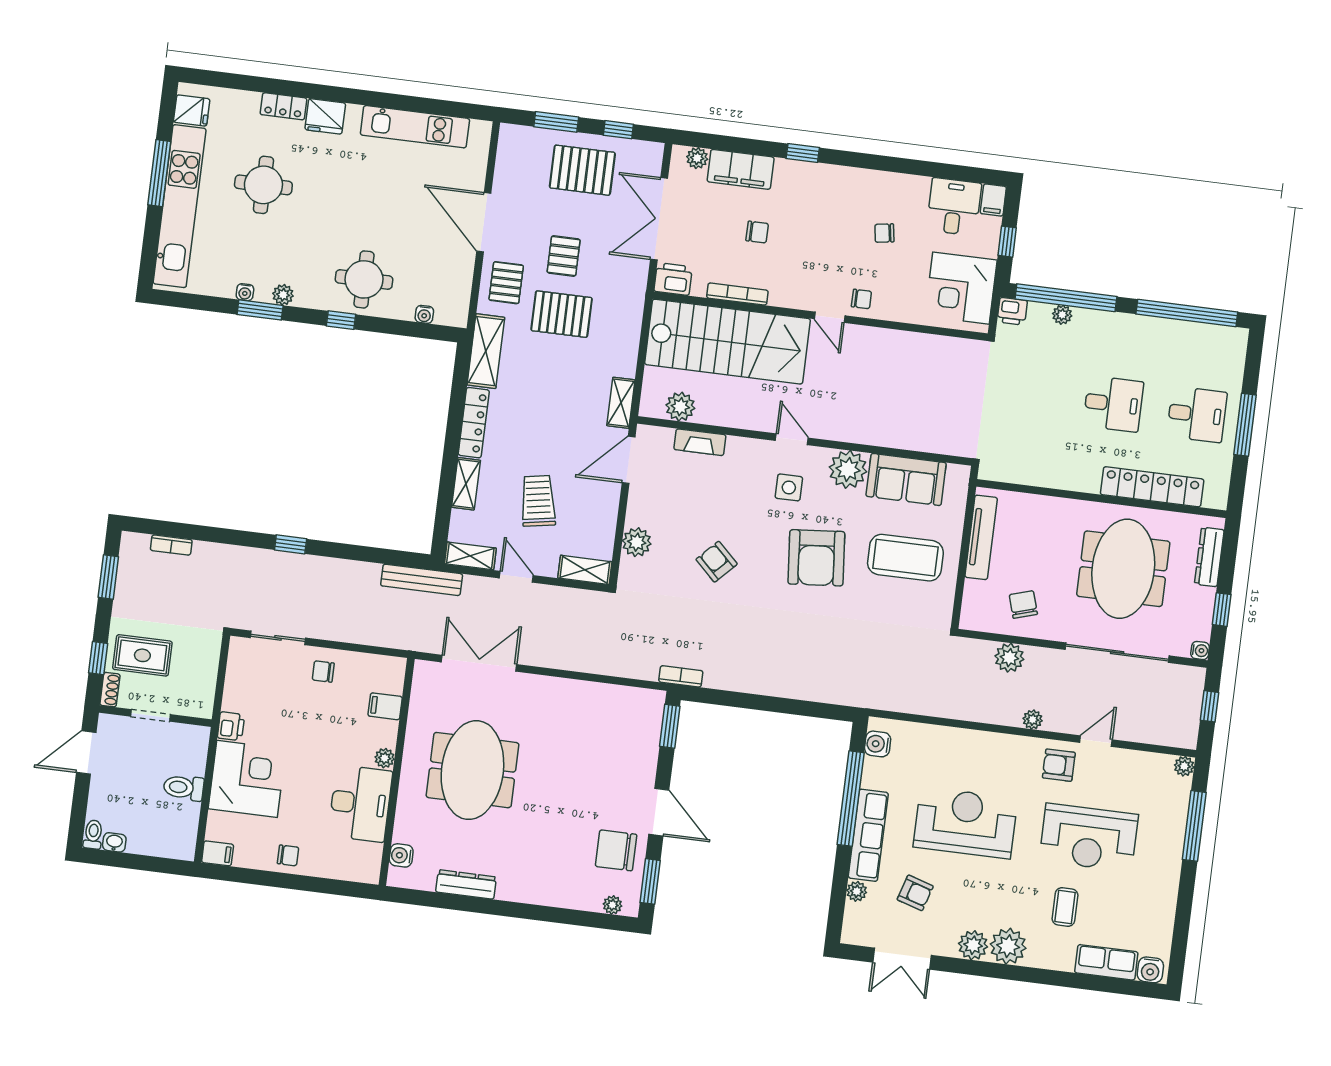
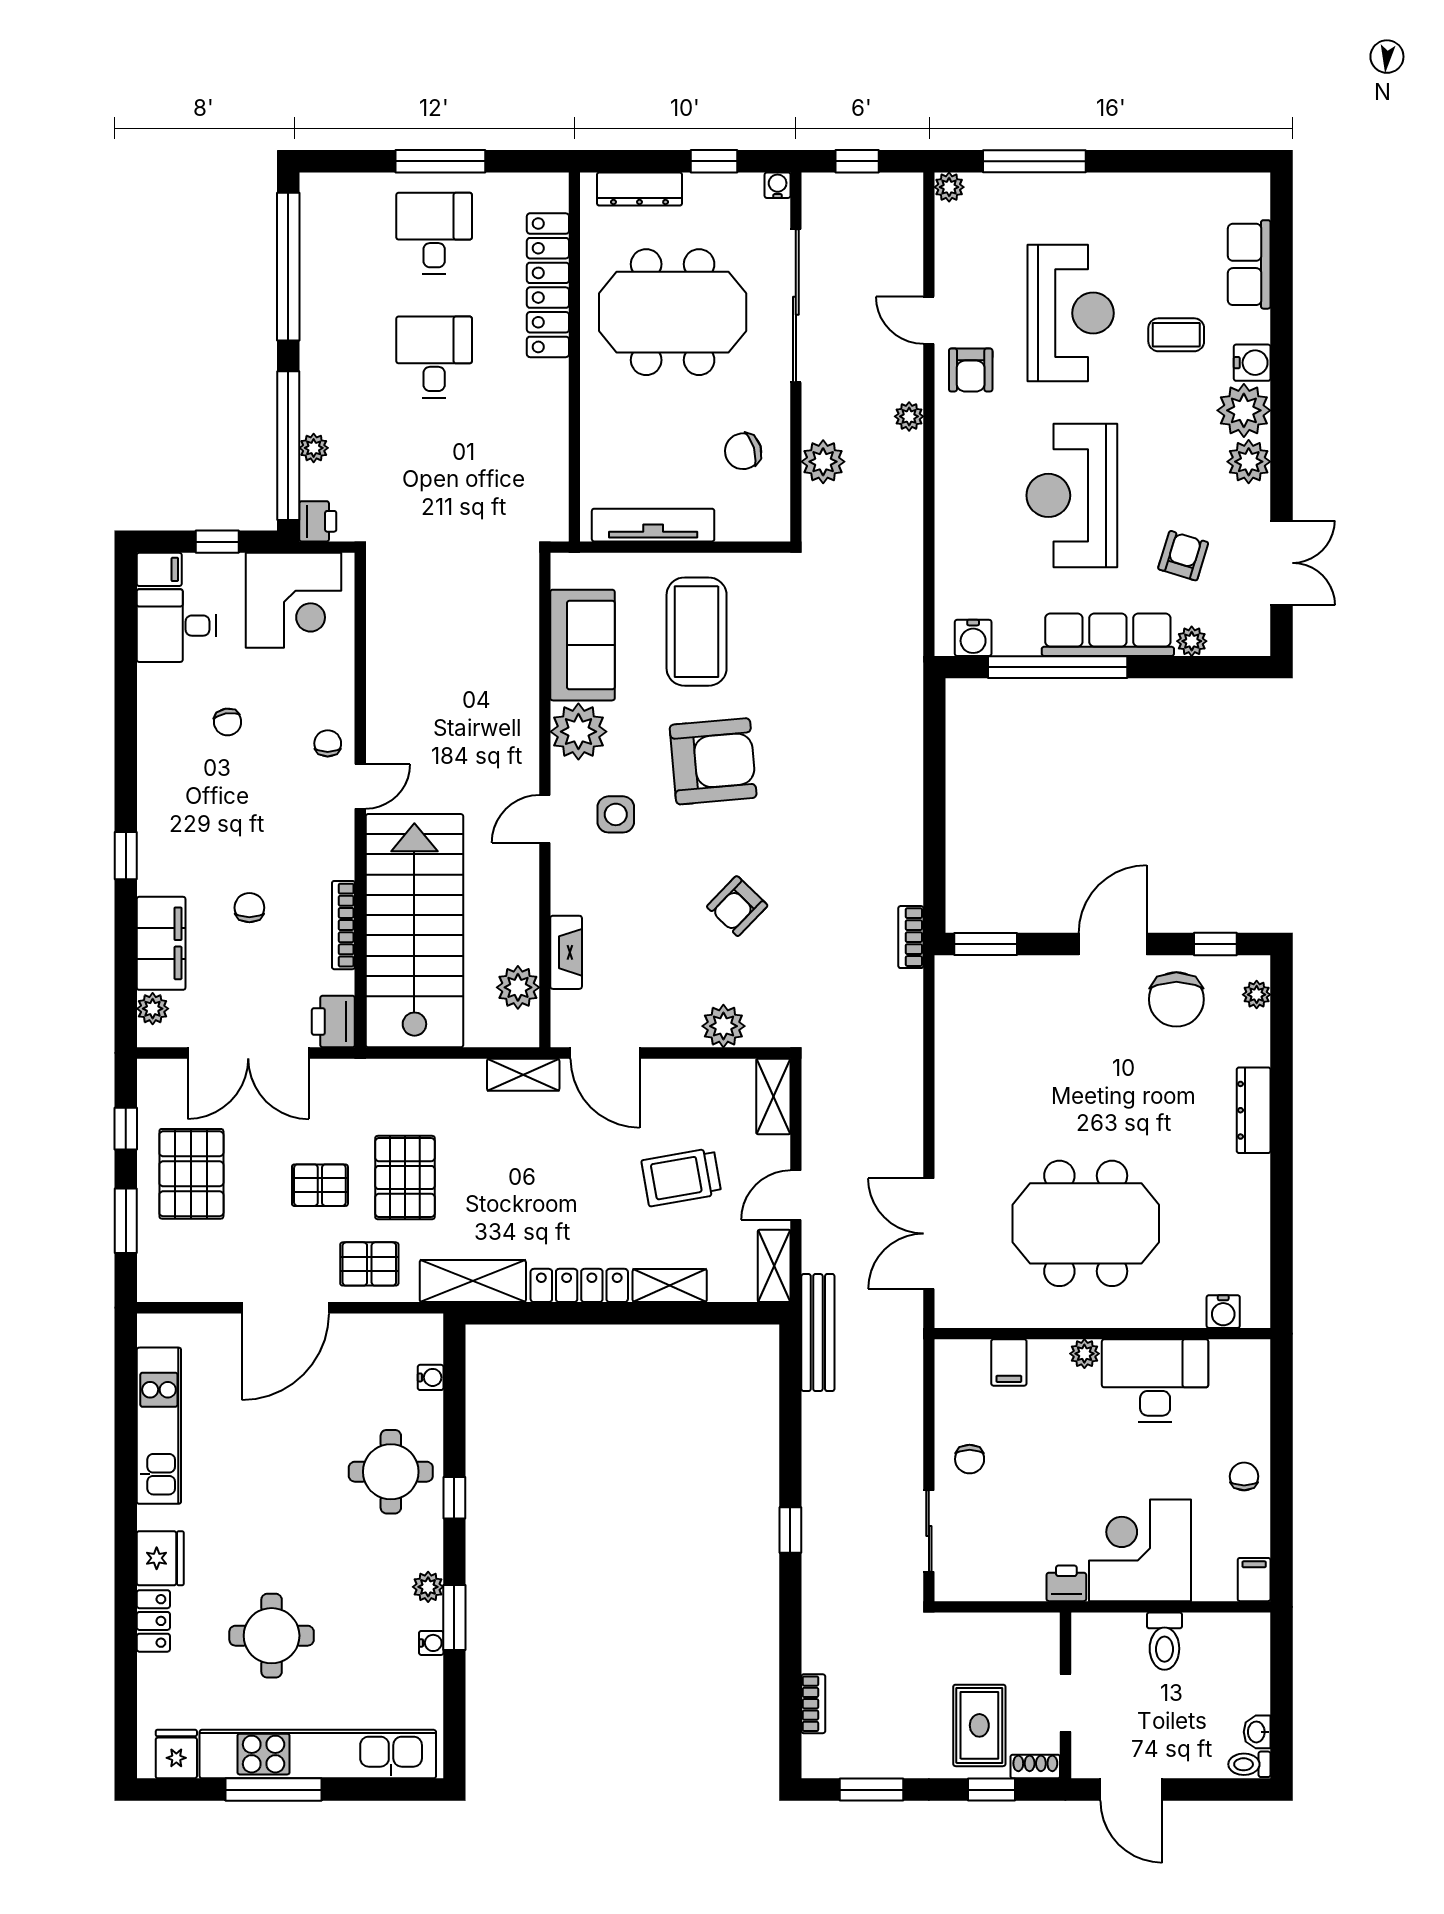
window: (650, 881) -> (1215, 944), width x0.67
dresser: (466, 884) -> (1254, 1110), moved
water cooler: (1150, 970) -> (1252, 363), moved

